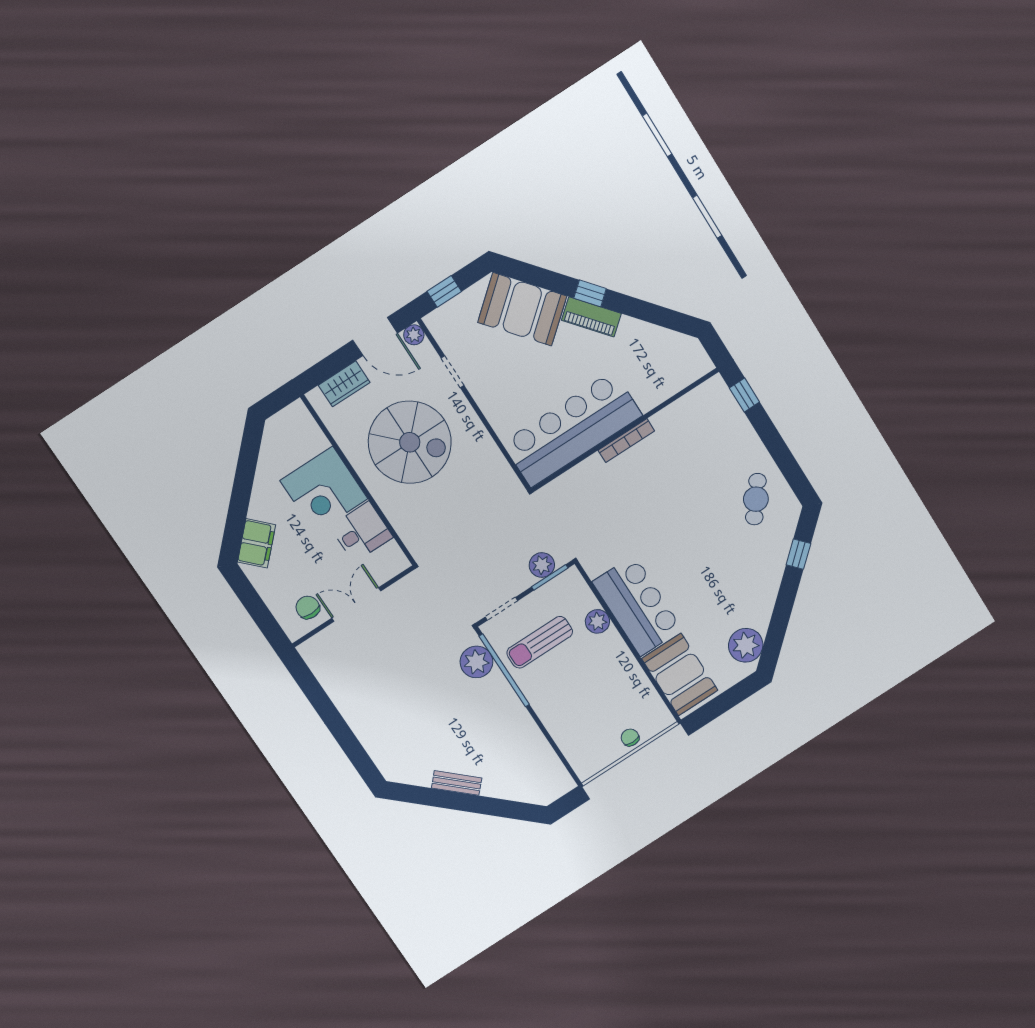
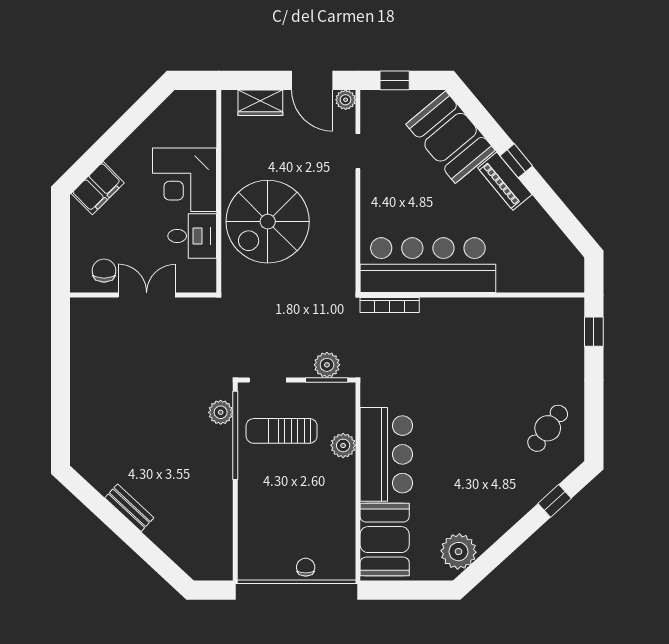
bookcase: (626, 441) -> (390, 305), moved
spiral stairs: (410, 442) -> (268, 222), moved, turned 90
plant: (476, 662) -> (221, 412), width x0.73, depth x0.73

